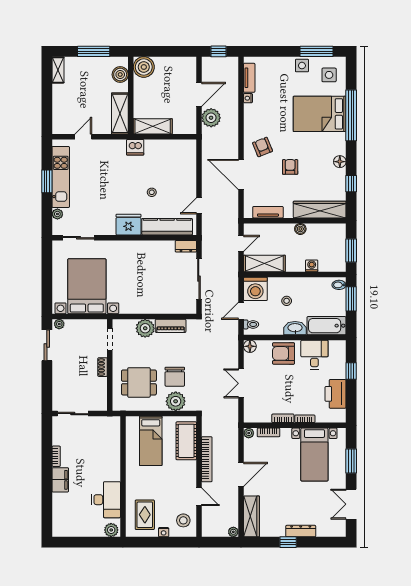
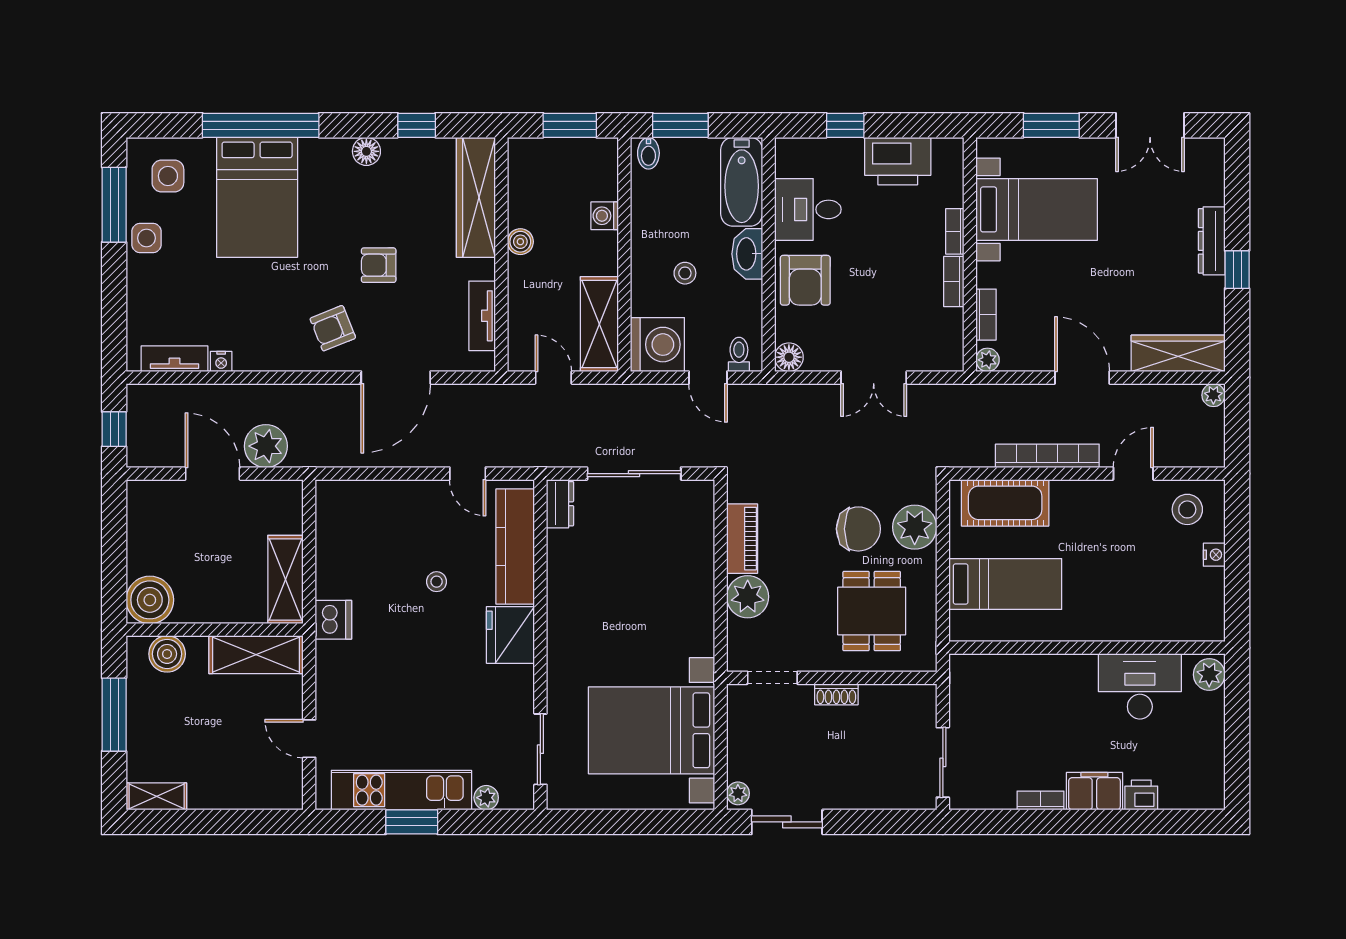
printer: (59, 500) -> (1141, 795), added
rug: (145, 515) -> (1174, 598), removed

